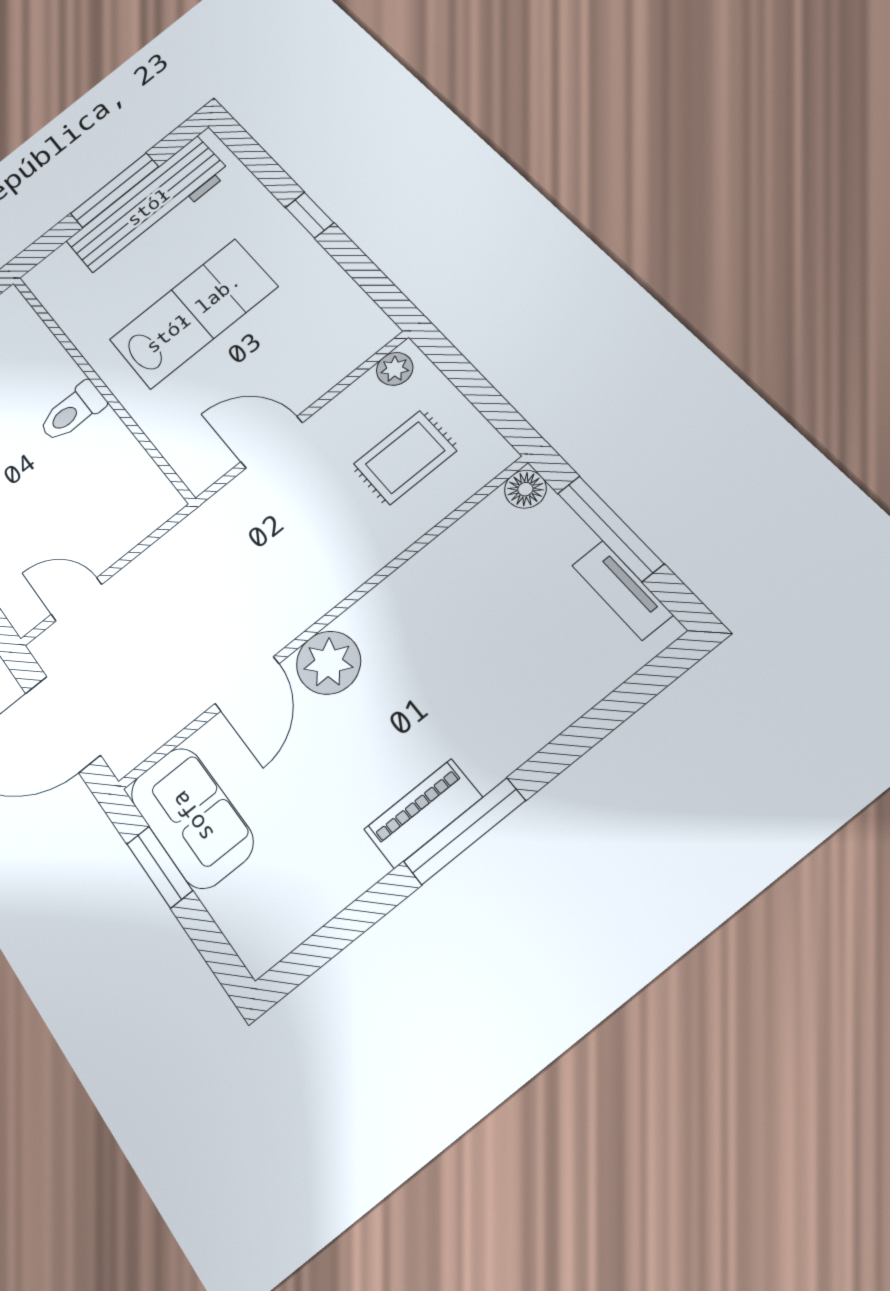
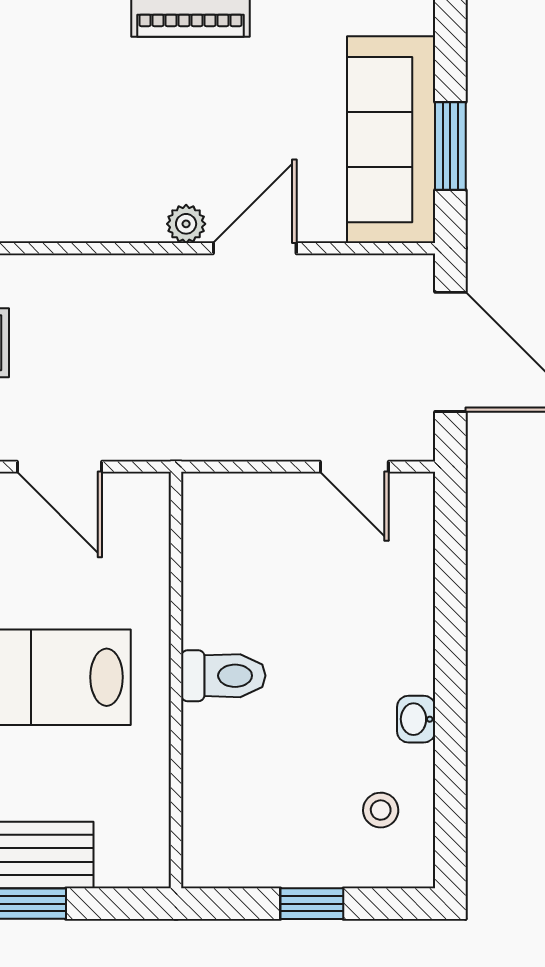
plant: (329, 663) -> (186, 224), width x0.53, depth x0.53
sofa: (192, 817) -> (391, 140), width x1.36

